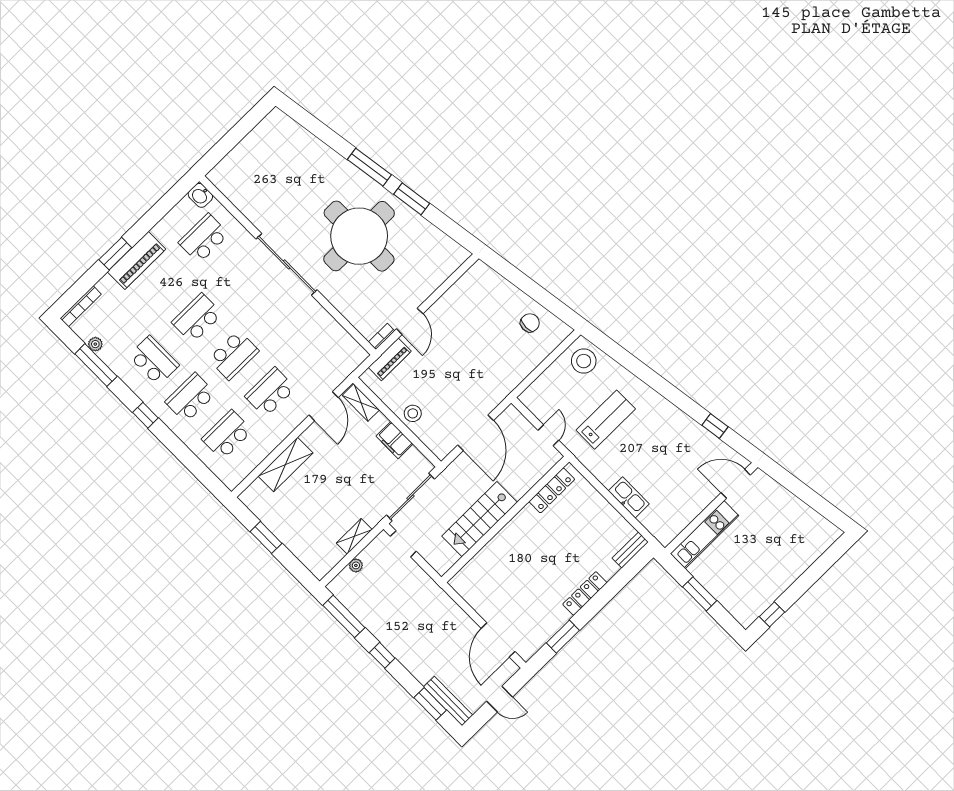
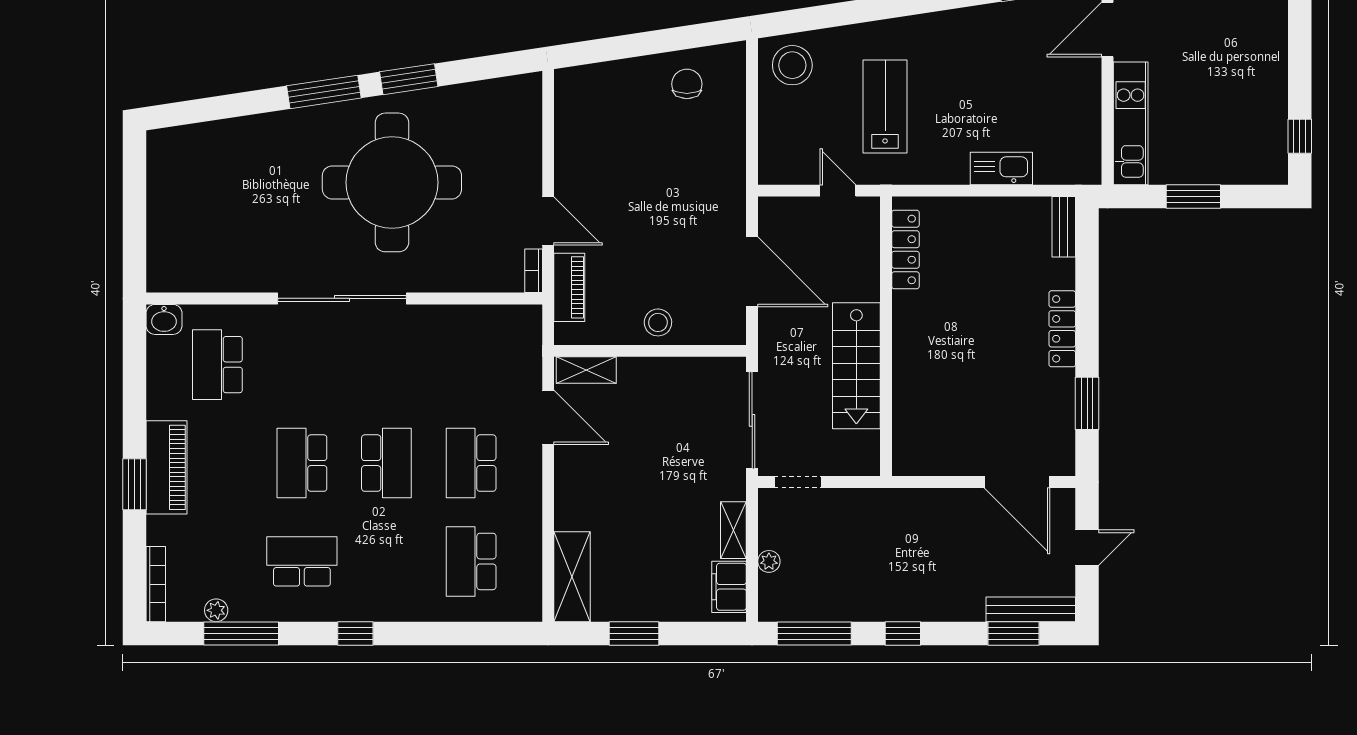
school desk: (190, 398) -> (386, 561), removed
filing cabinet: (395, 440) -> (729, 587), moved, turned 90
shelving: (285, 464) -> (572, 577), moved

